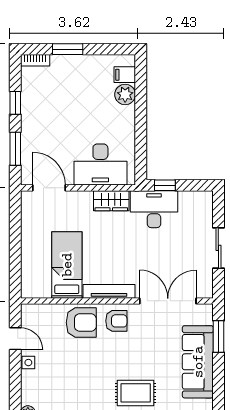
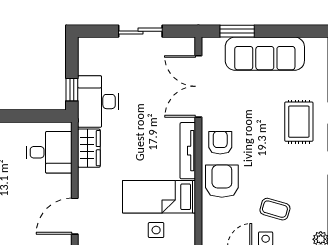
desk: (100, 164) -> (49, 152), width x0.73
side table: (36, 262) -> (156, 230), added
coffee table: (55, 371) -> (275, 209), added

